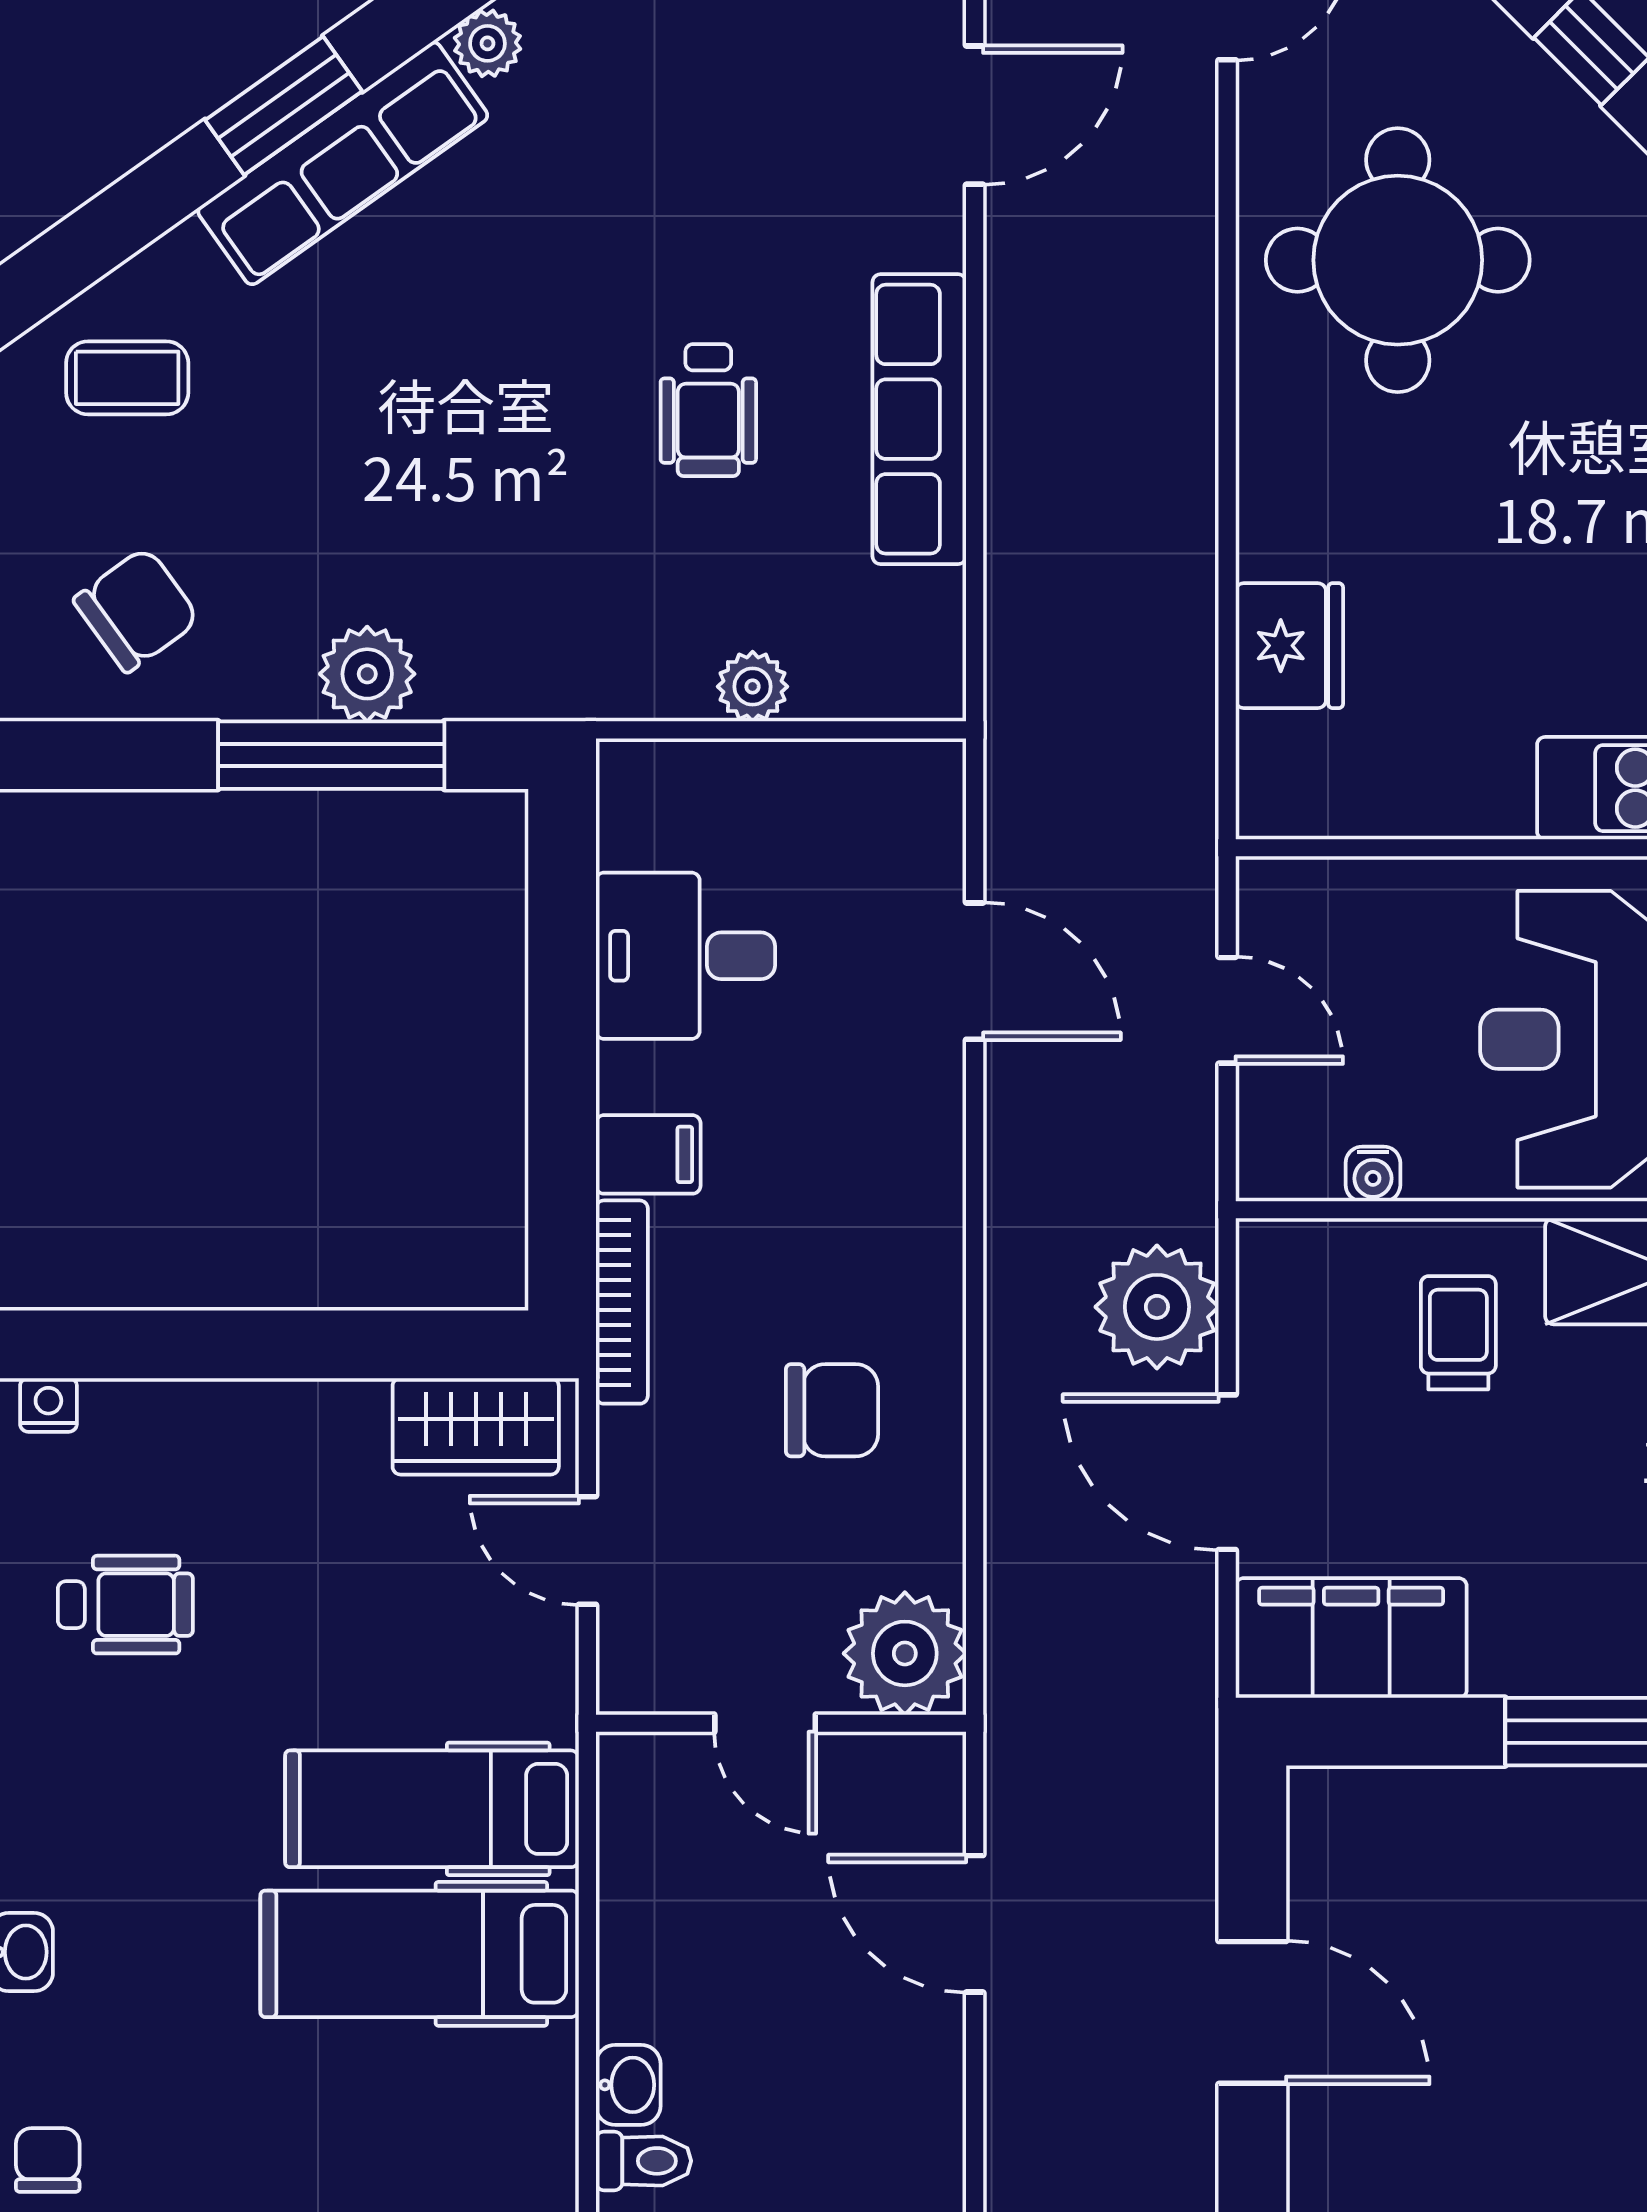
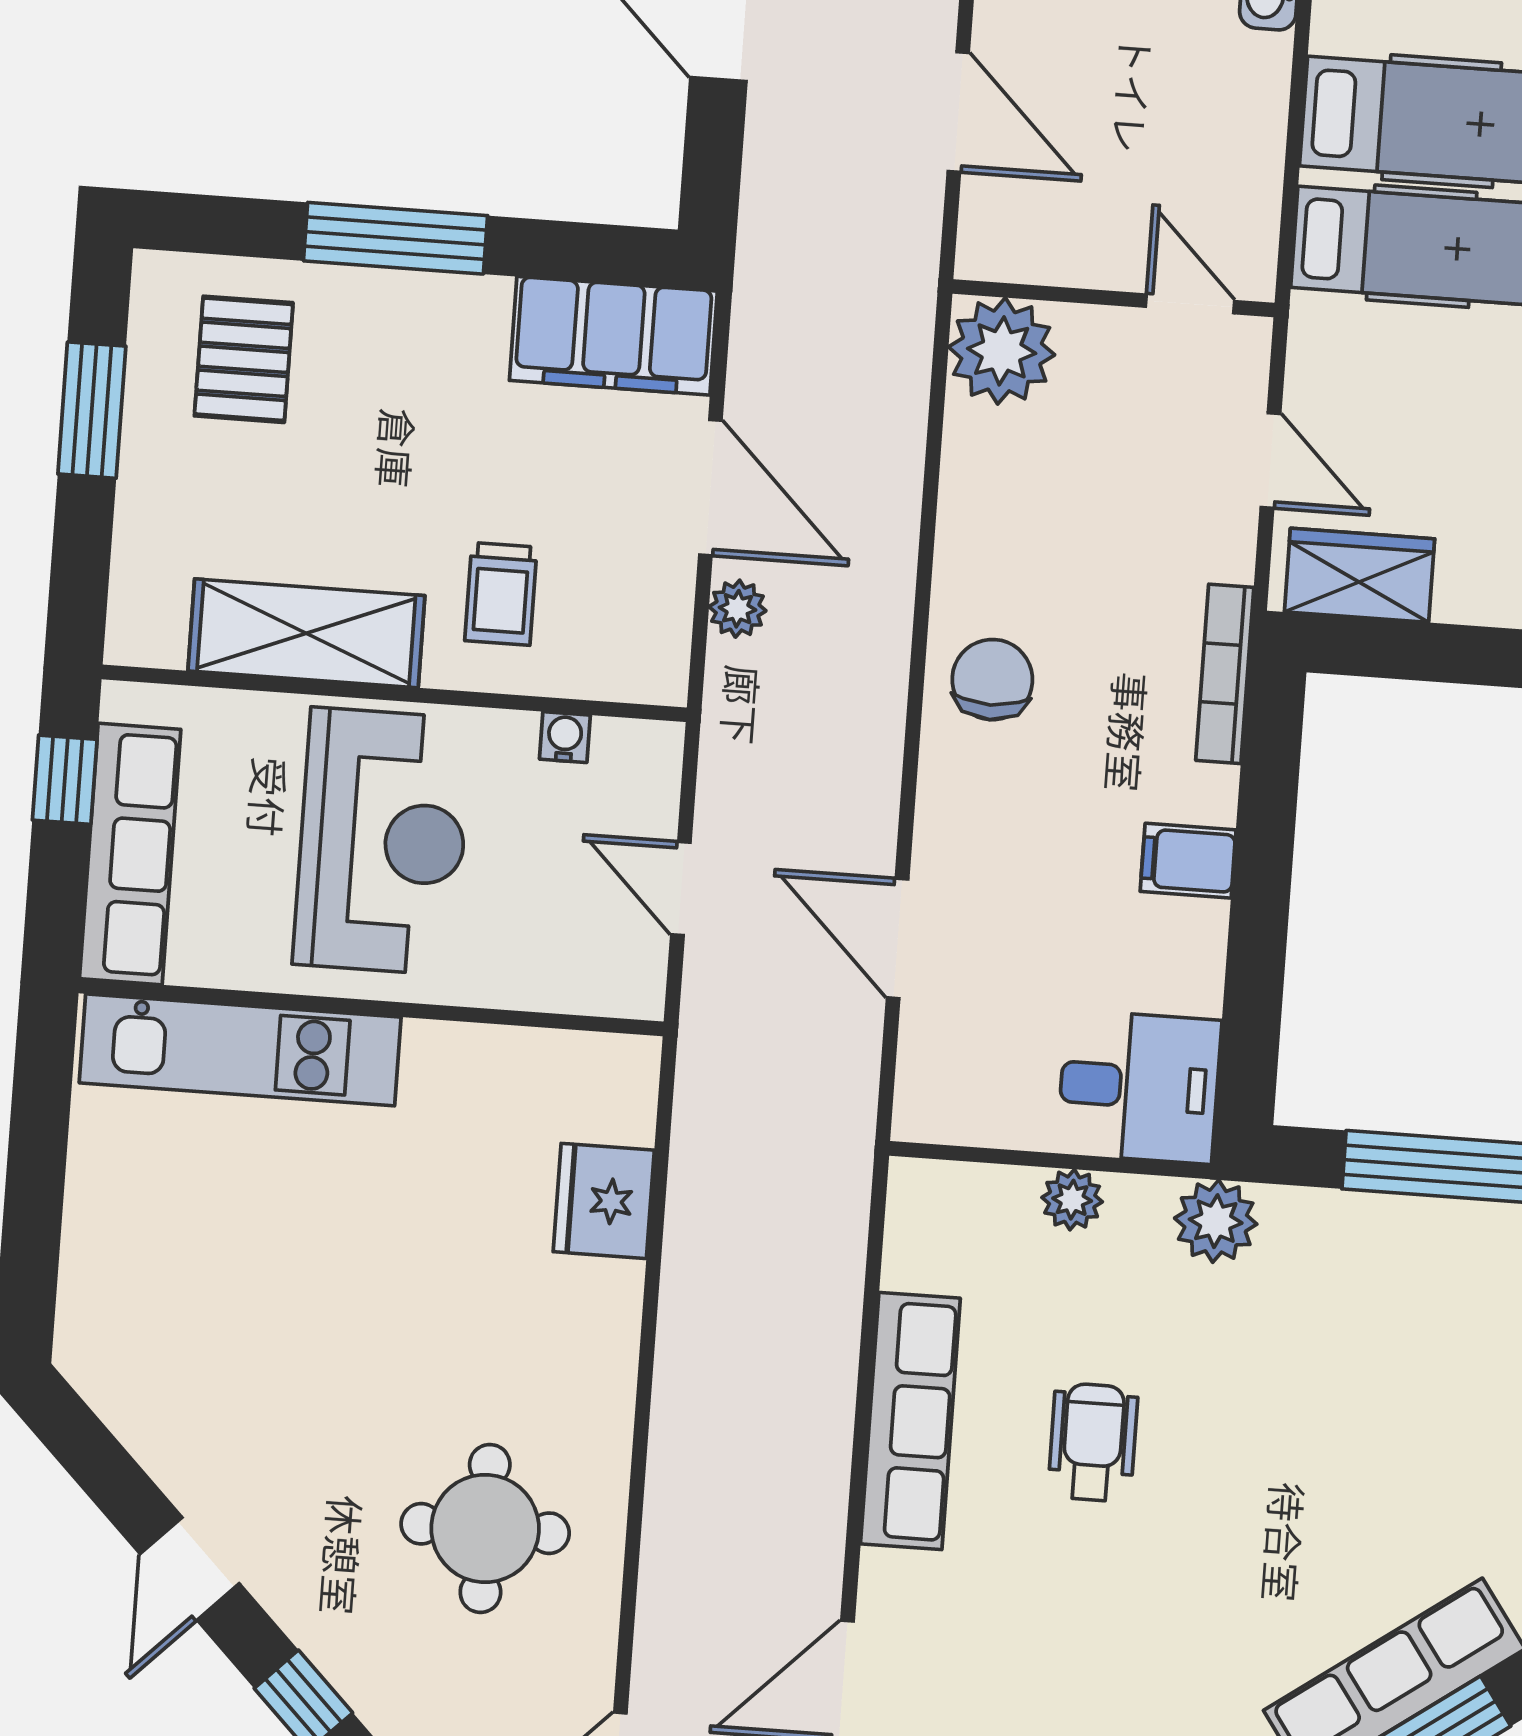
round table: (1398, 260) -> (485, 1528), width x0.73, depth x0.73
plant: (367, 674) -> (1216, 1221), moved
desk: (685, 956) -> (1139, 1087), moved
filing cabinet: (648, 1154) -> (1188, 861), moved
plant: (1157, 1307) -> (738, 609), width x0.53, depth x0.53
chair: (832, 1410) -> (992, 680), moved, turned 90
door: (765, 1723) -> (1190, 304), moved

